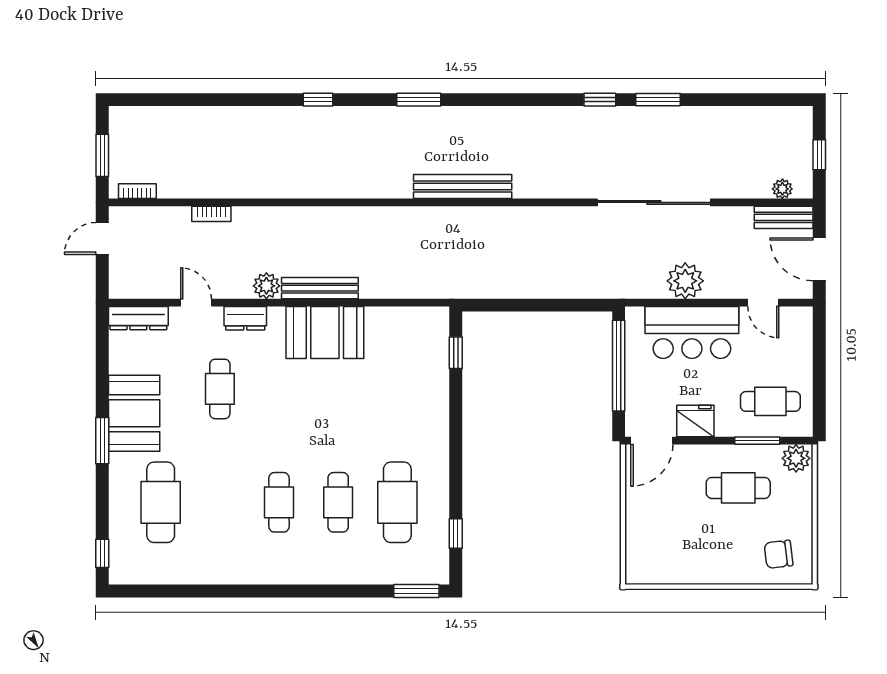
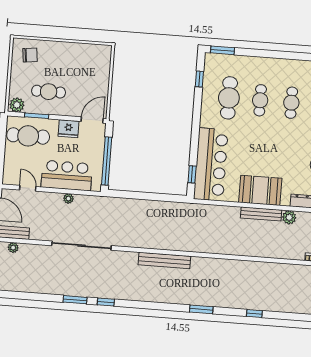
bench: (463, 187) -> (164, 260), moved
plant: (685, 281) -> (68, 199), width x0.53, depth x0.53
bar counter: (422, 374) -> (211, 164), added
cafe table: (770, 401) -> (28, 136), width x1.37, depth x1.35

